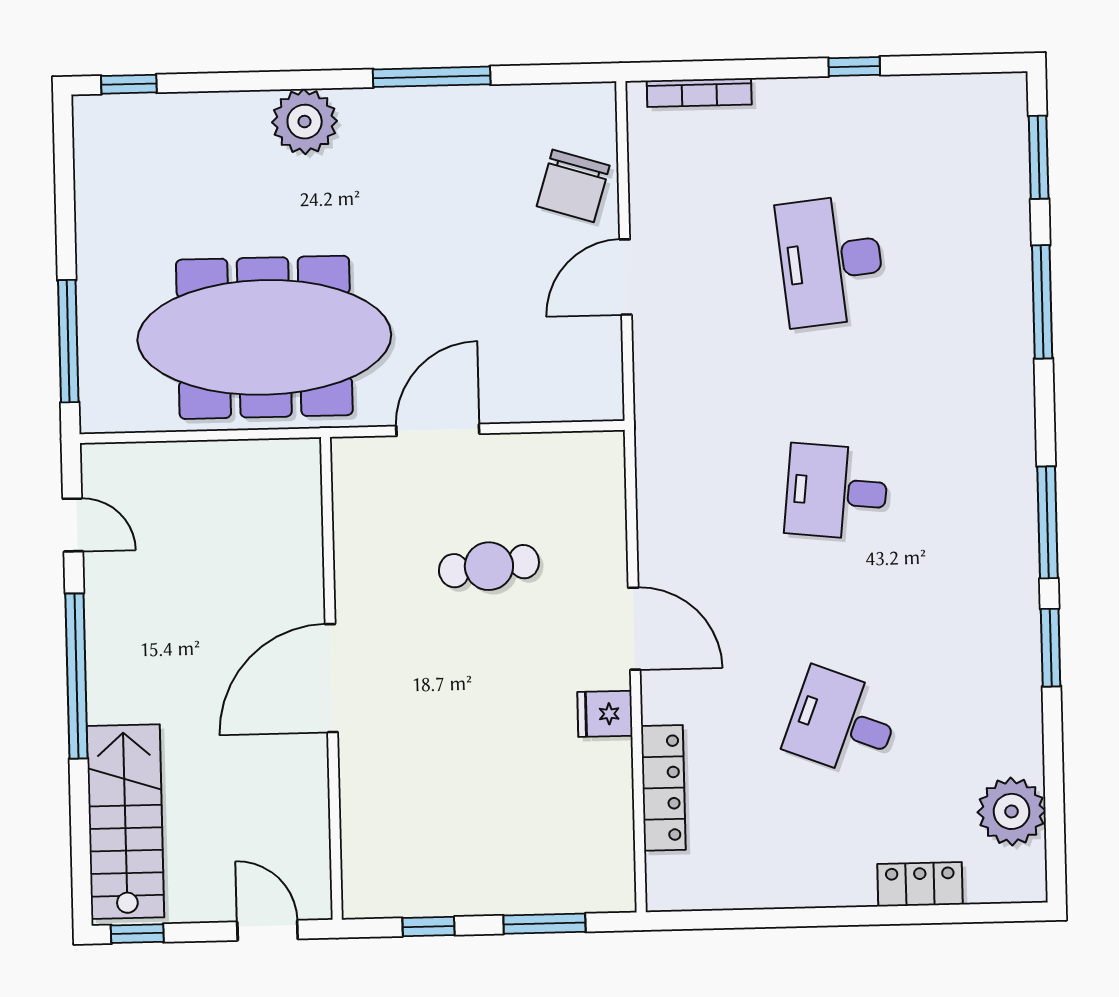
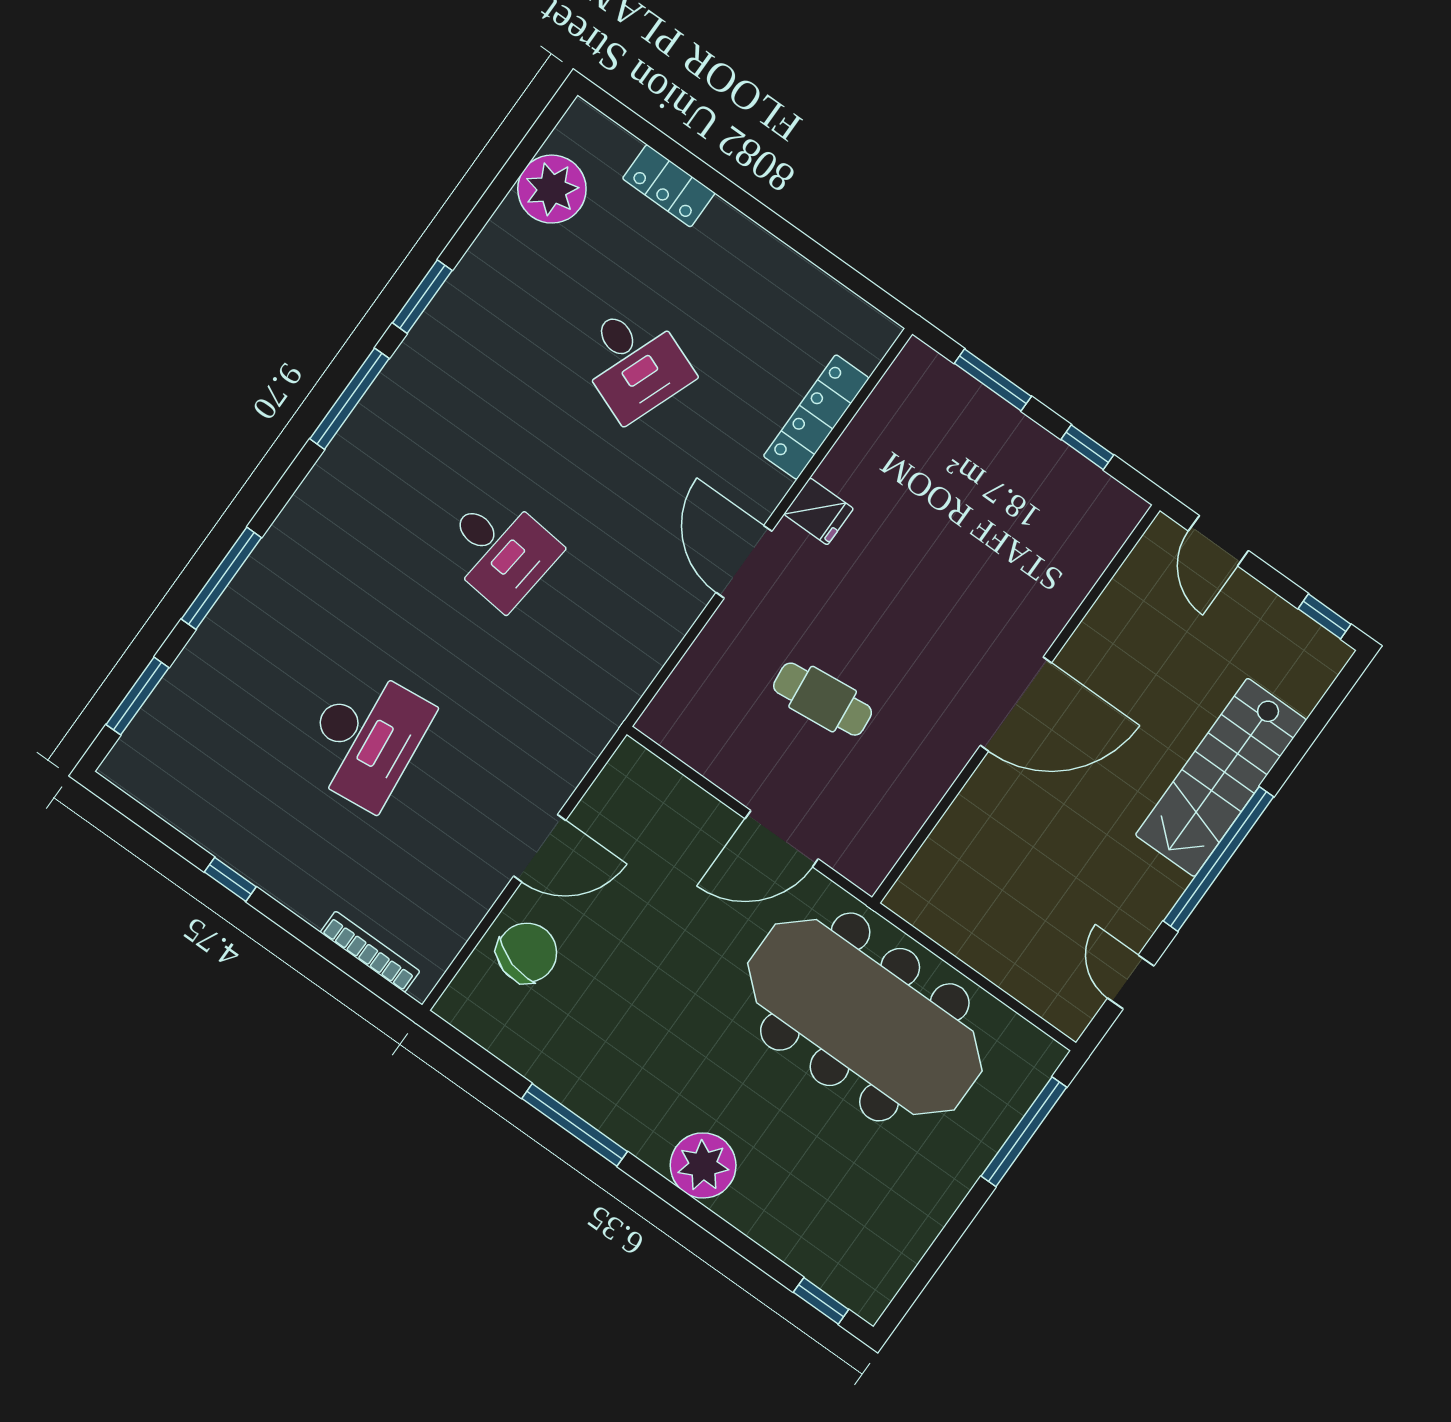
stairs: (125, 822) -> (1221, 777), moved

